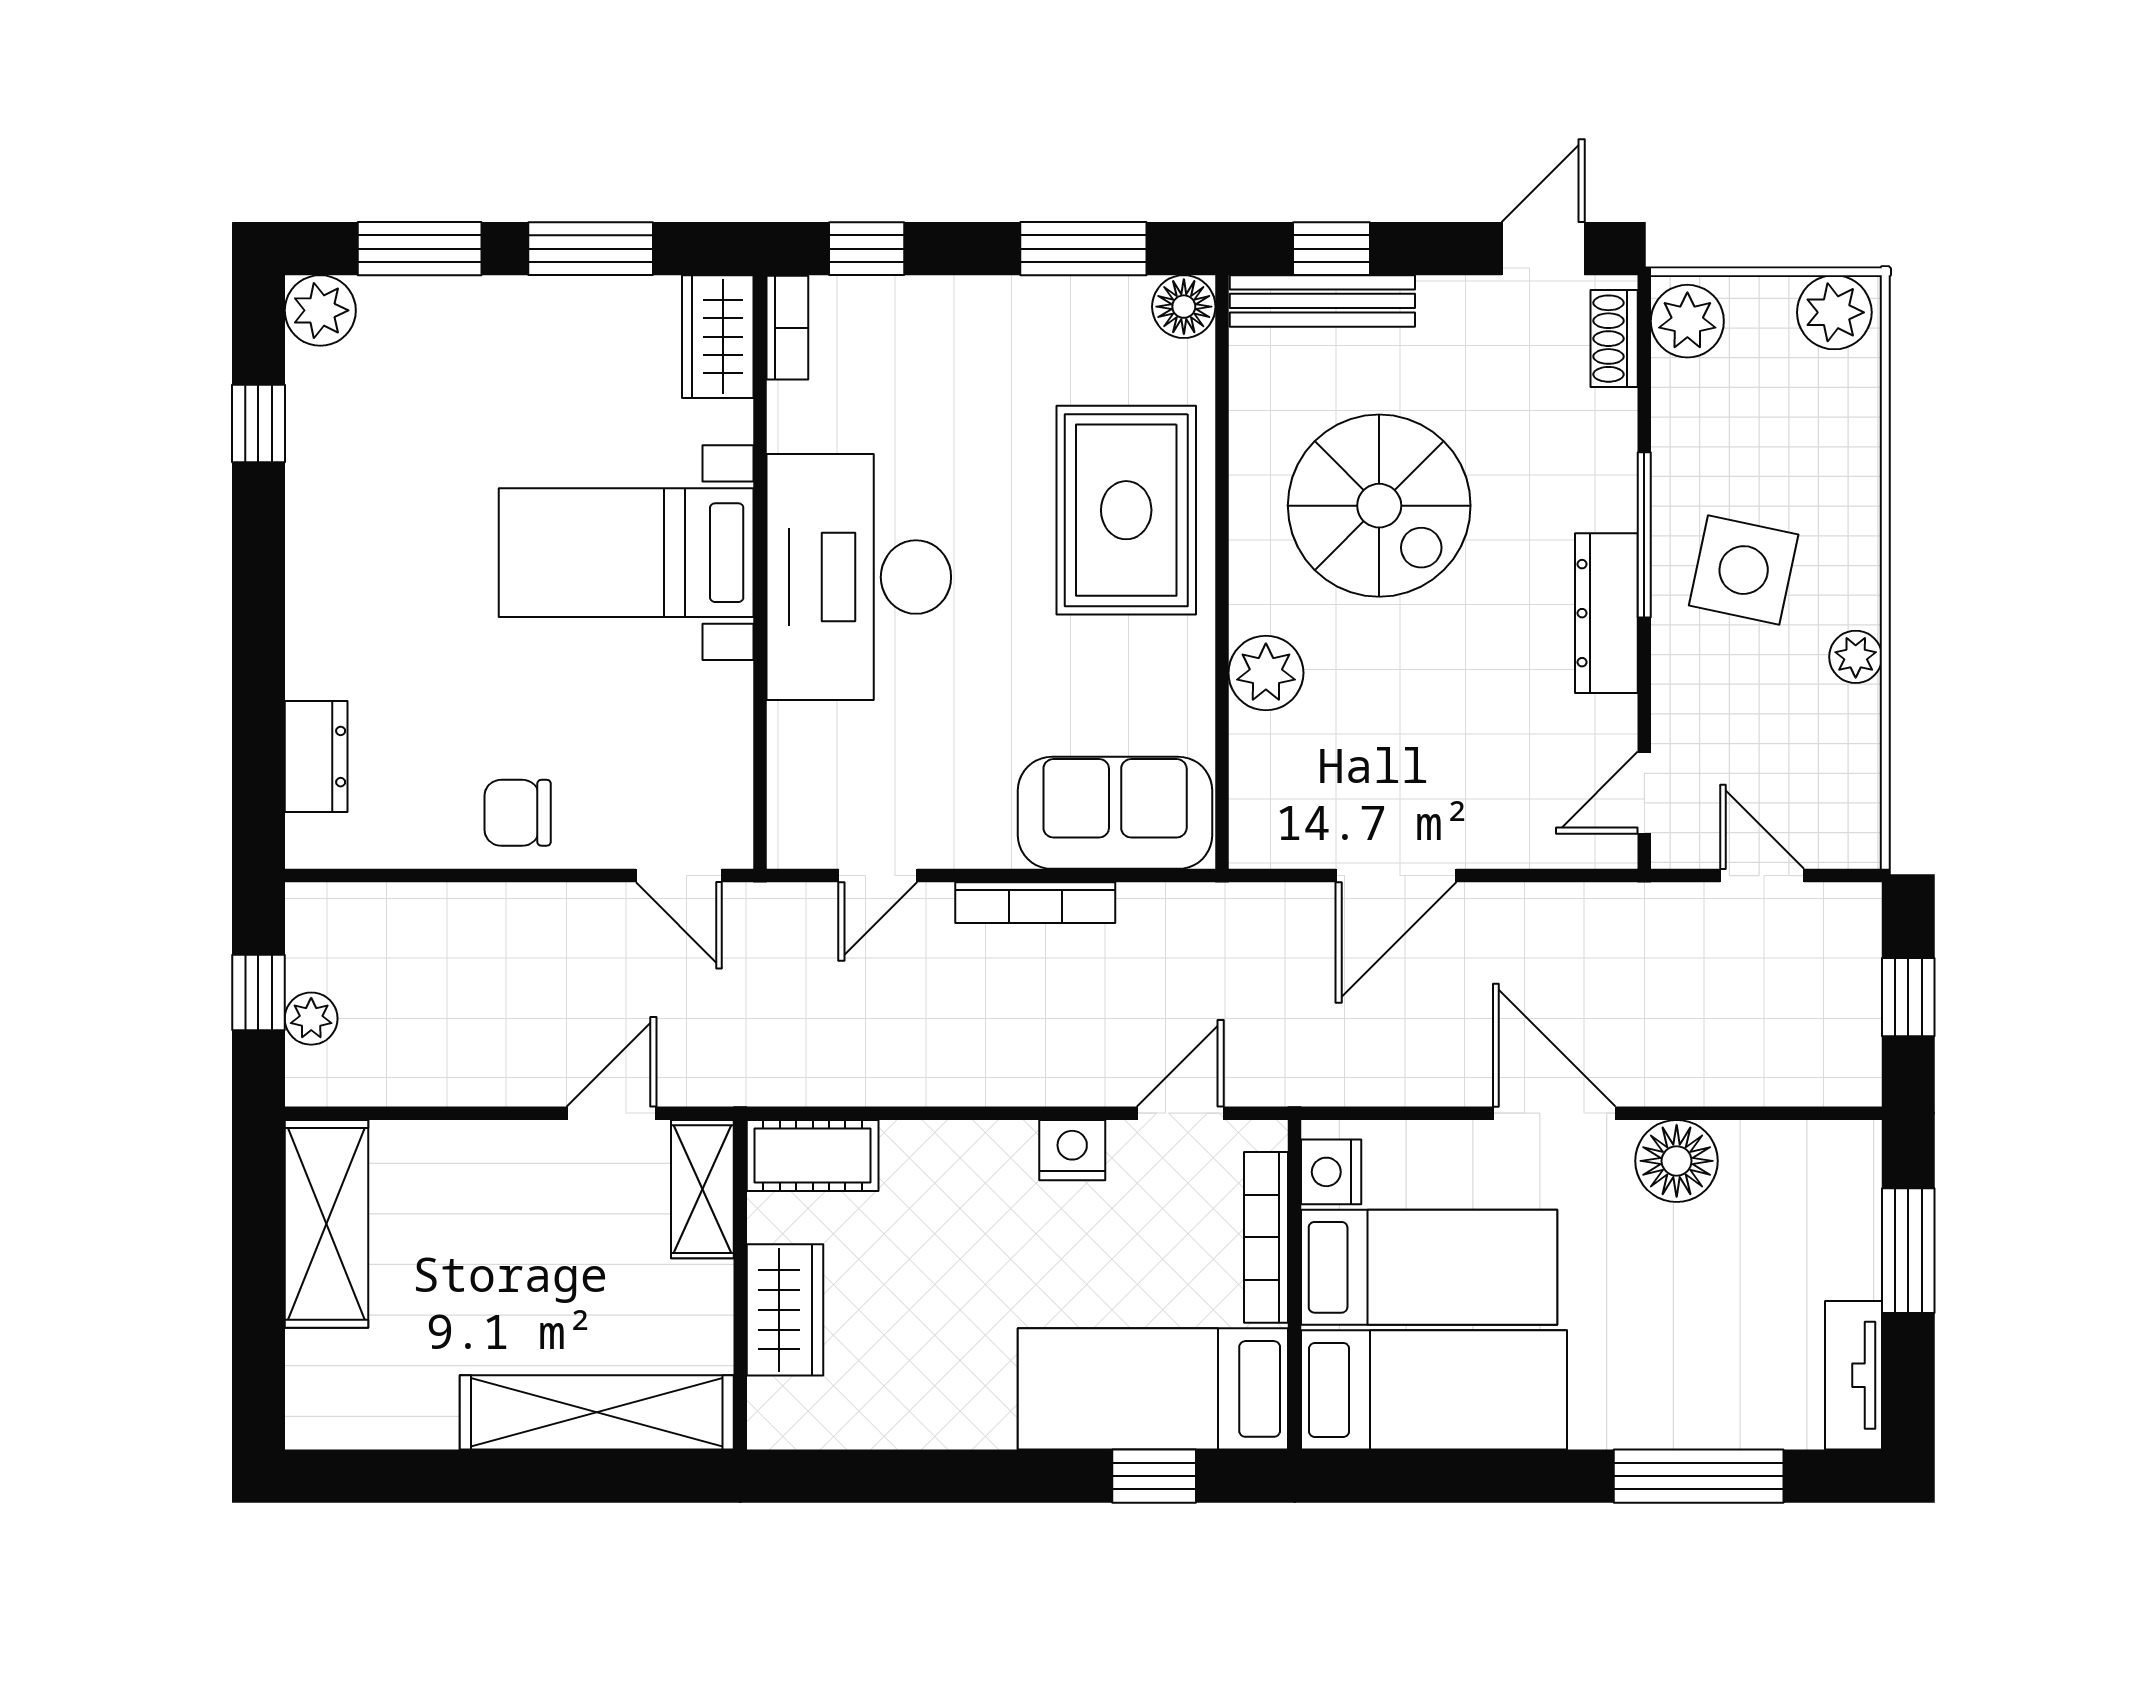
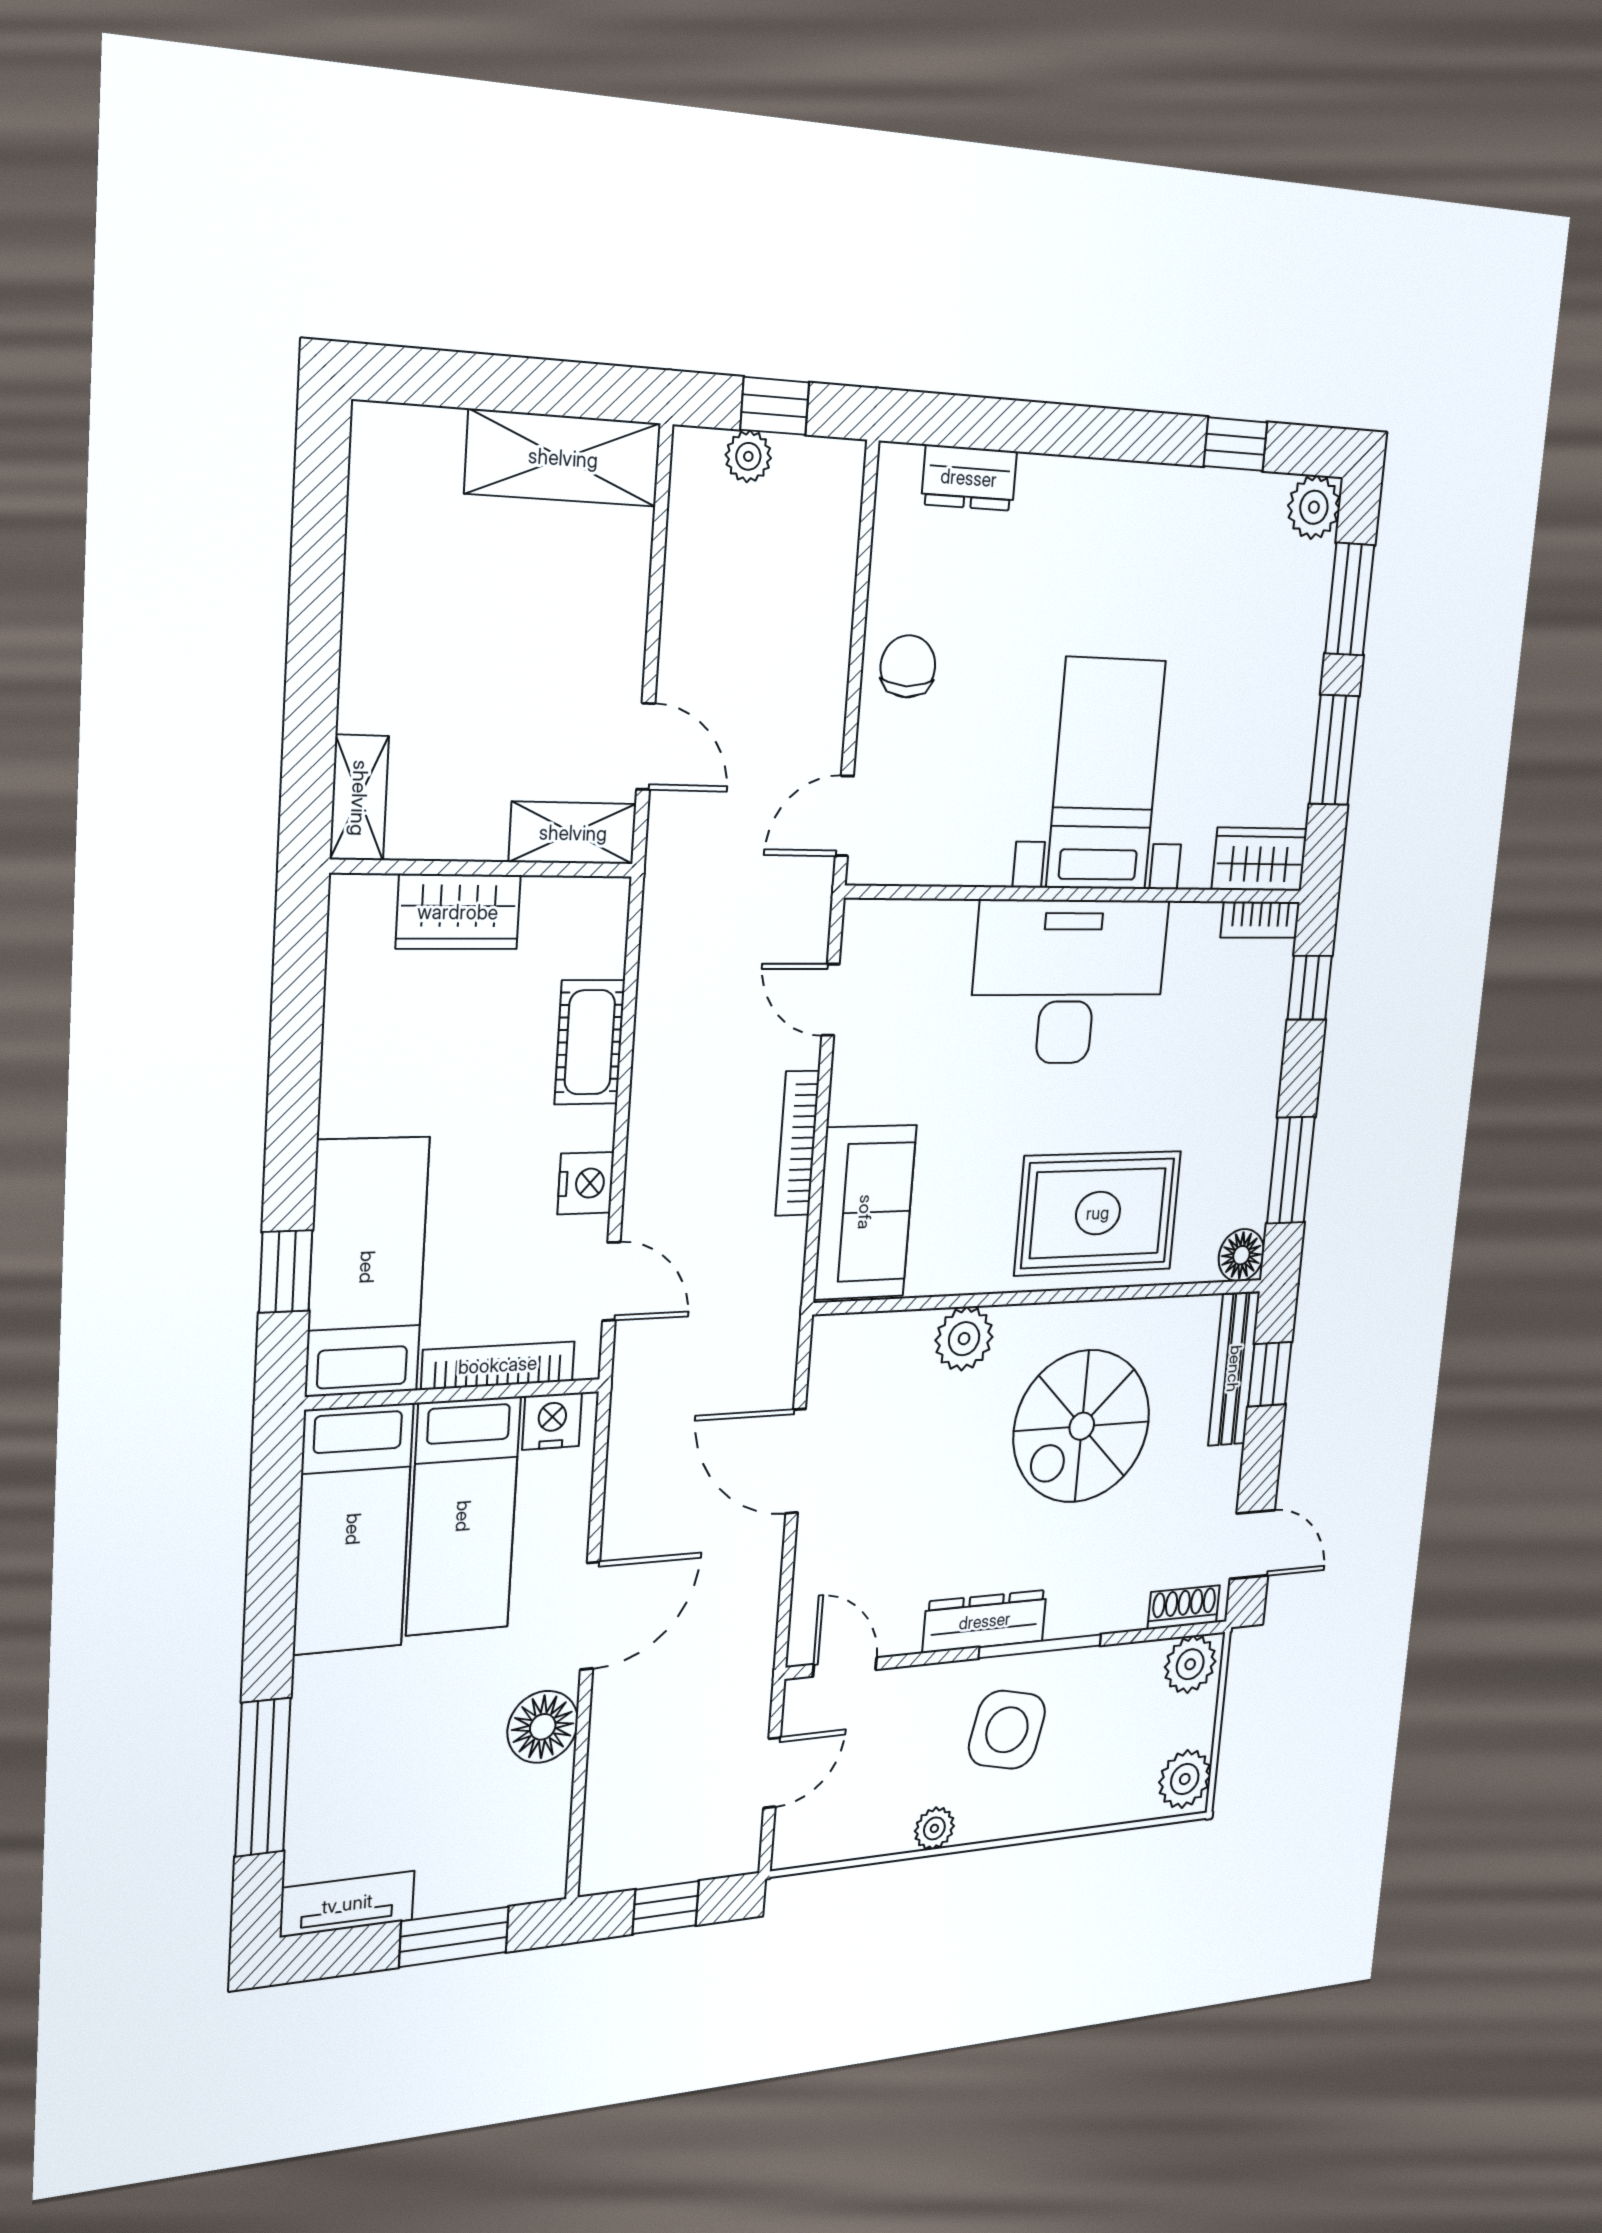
cot: (813, 1155) -> (590, 1042), moved
shelving: (597, 1412) -> (359, 798), width x0.45, depth x0.75

